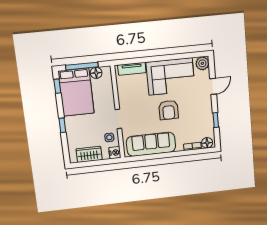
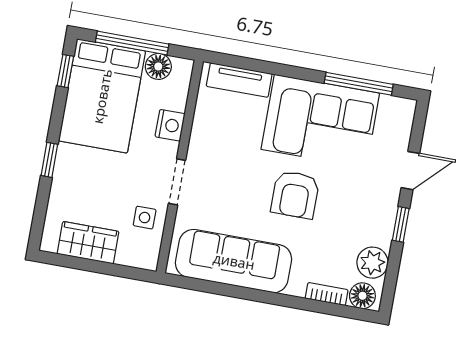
window: (182, 56) -> (359, 84), added
plant: (202, 63) -> (372, 263), moved
window: (216, 120) -> (401, 224), moved
nightstand: (115, 153) -> (170, 125), moved

